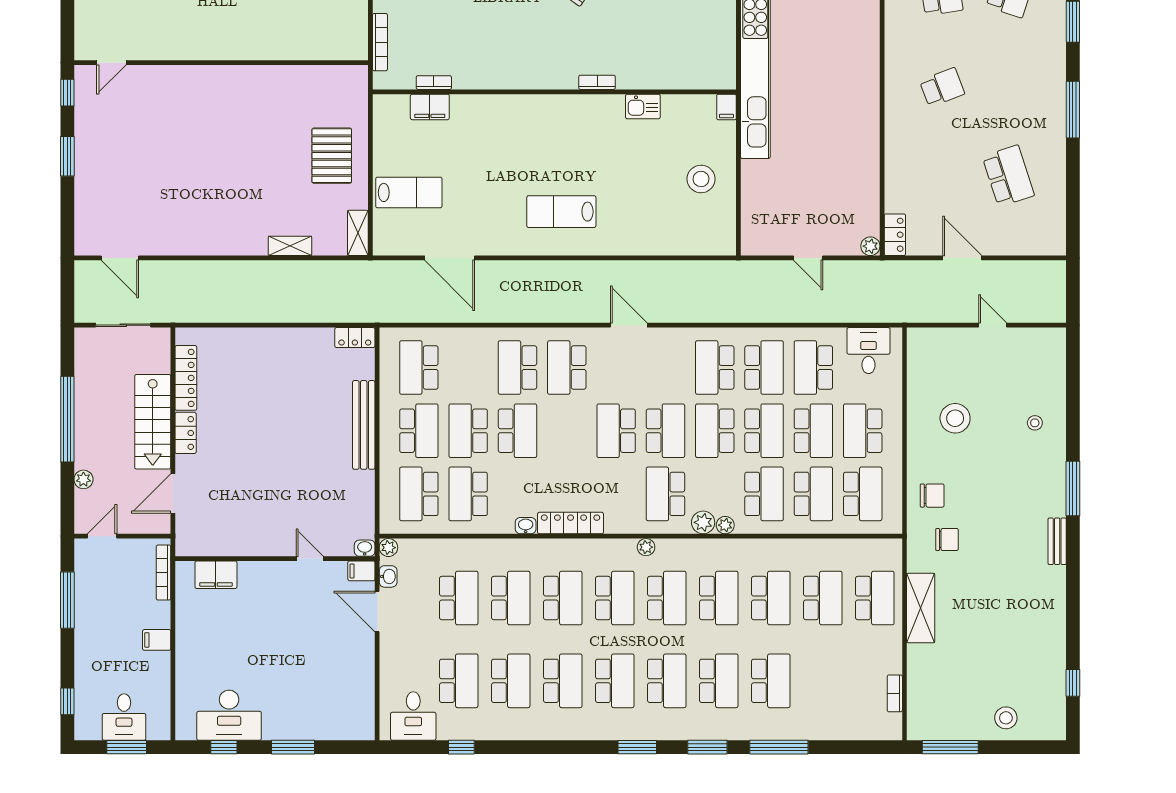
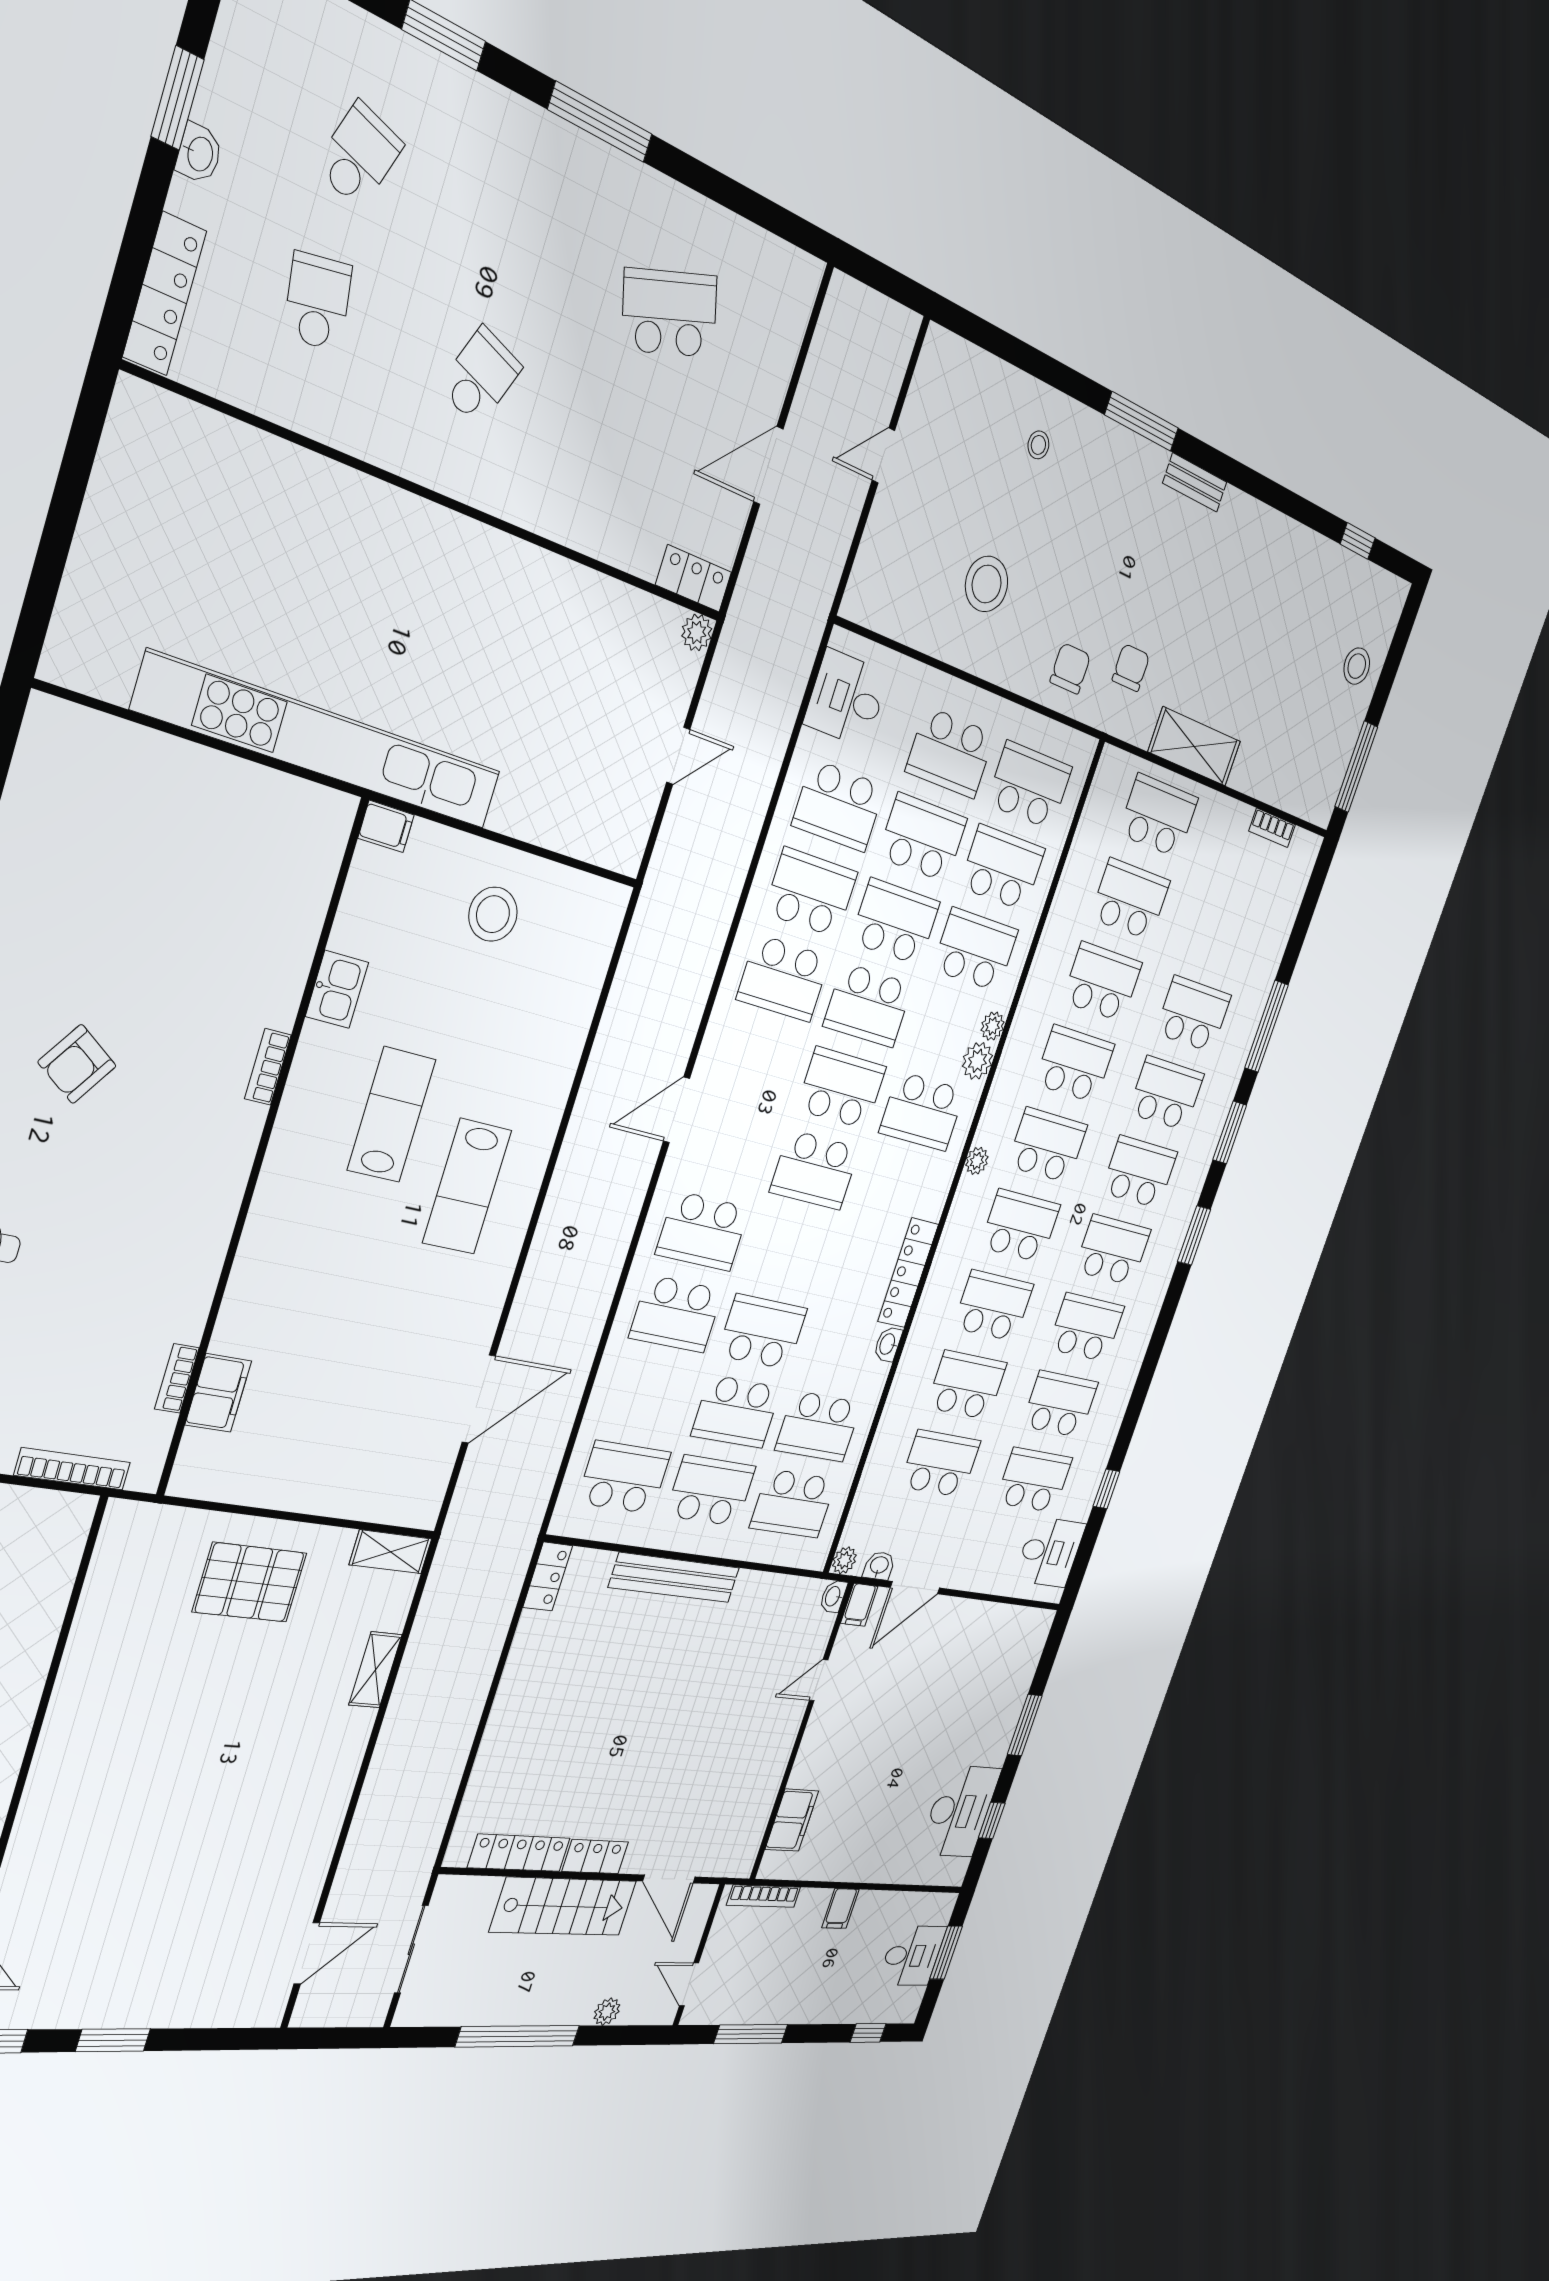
school desk: (942, 87) -> (480, 377), turned 42
lab bench: (409, 192) -> (392, 1115), moved
school desk: (419, 367) -> (624, 1477), turned 180

